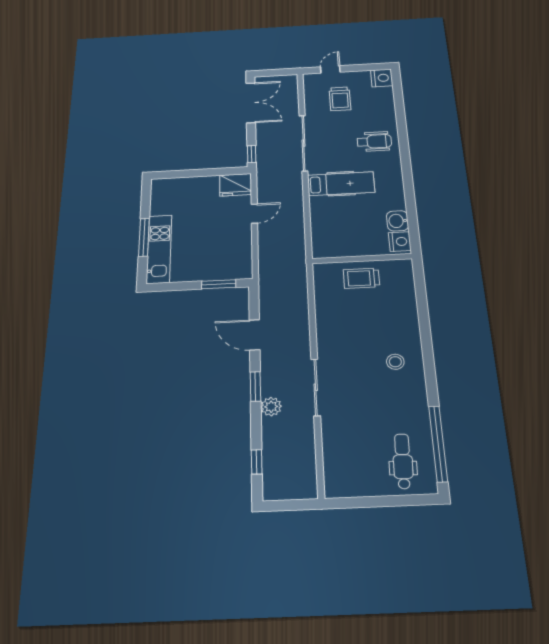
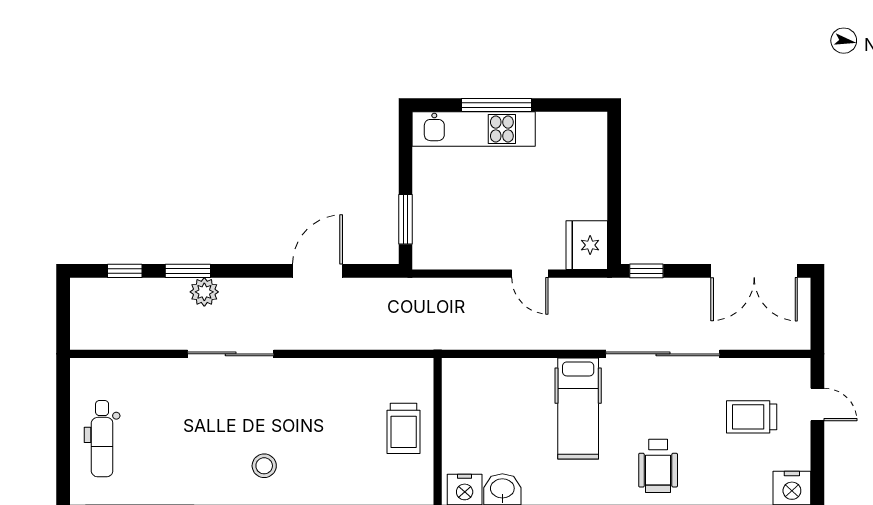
trolley: (361, 278) -> (404, 428), turned 180
window: (255, 386) -> (188, 271), moved
dental chair: (403, 461) -> (102, 439), moved, turned 88

